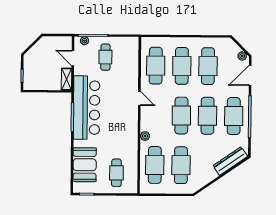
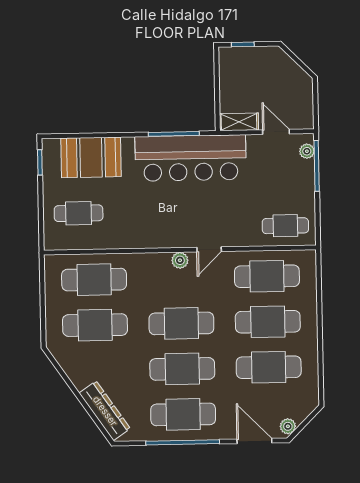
cafe table: (105, 57) -> (285, 226), moved
door: (73, 58) -> (276, 132), hinge flipped
plant: (145, 136) -> (180, 260), moved

